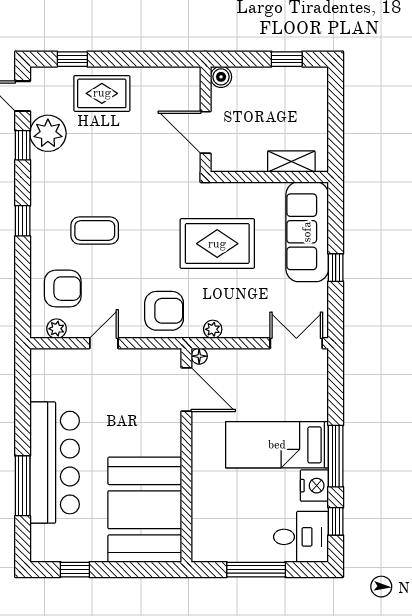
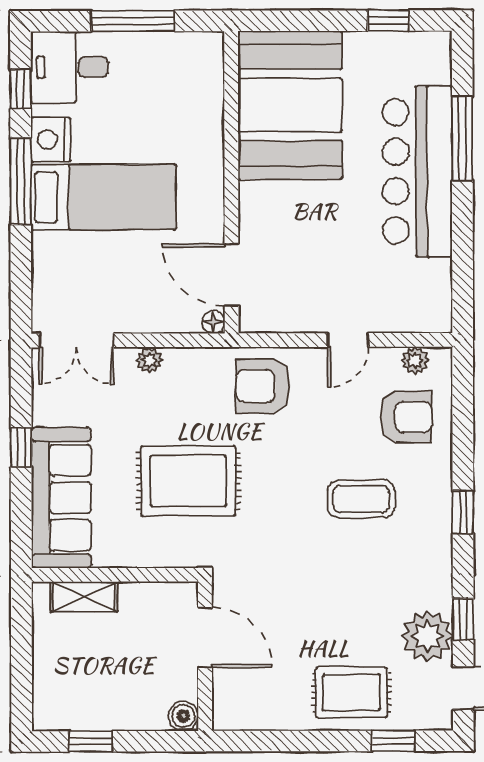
armchair: (63, 289) -> (406, 417), turned 180
plant: (213, 329) -> (149, 360), moved

